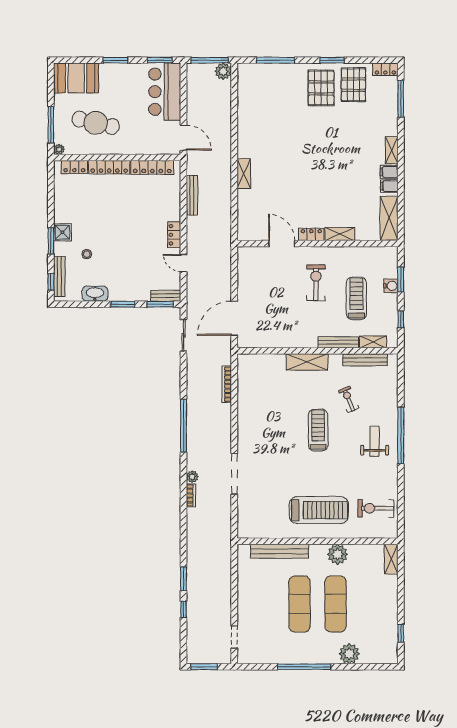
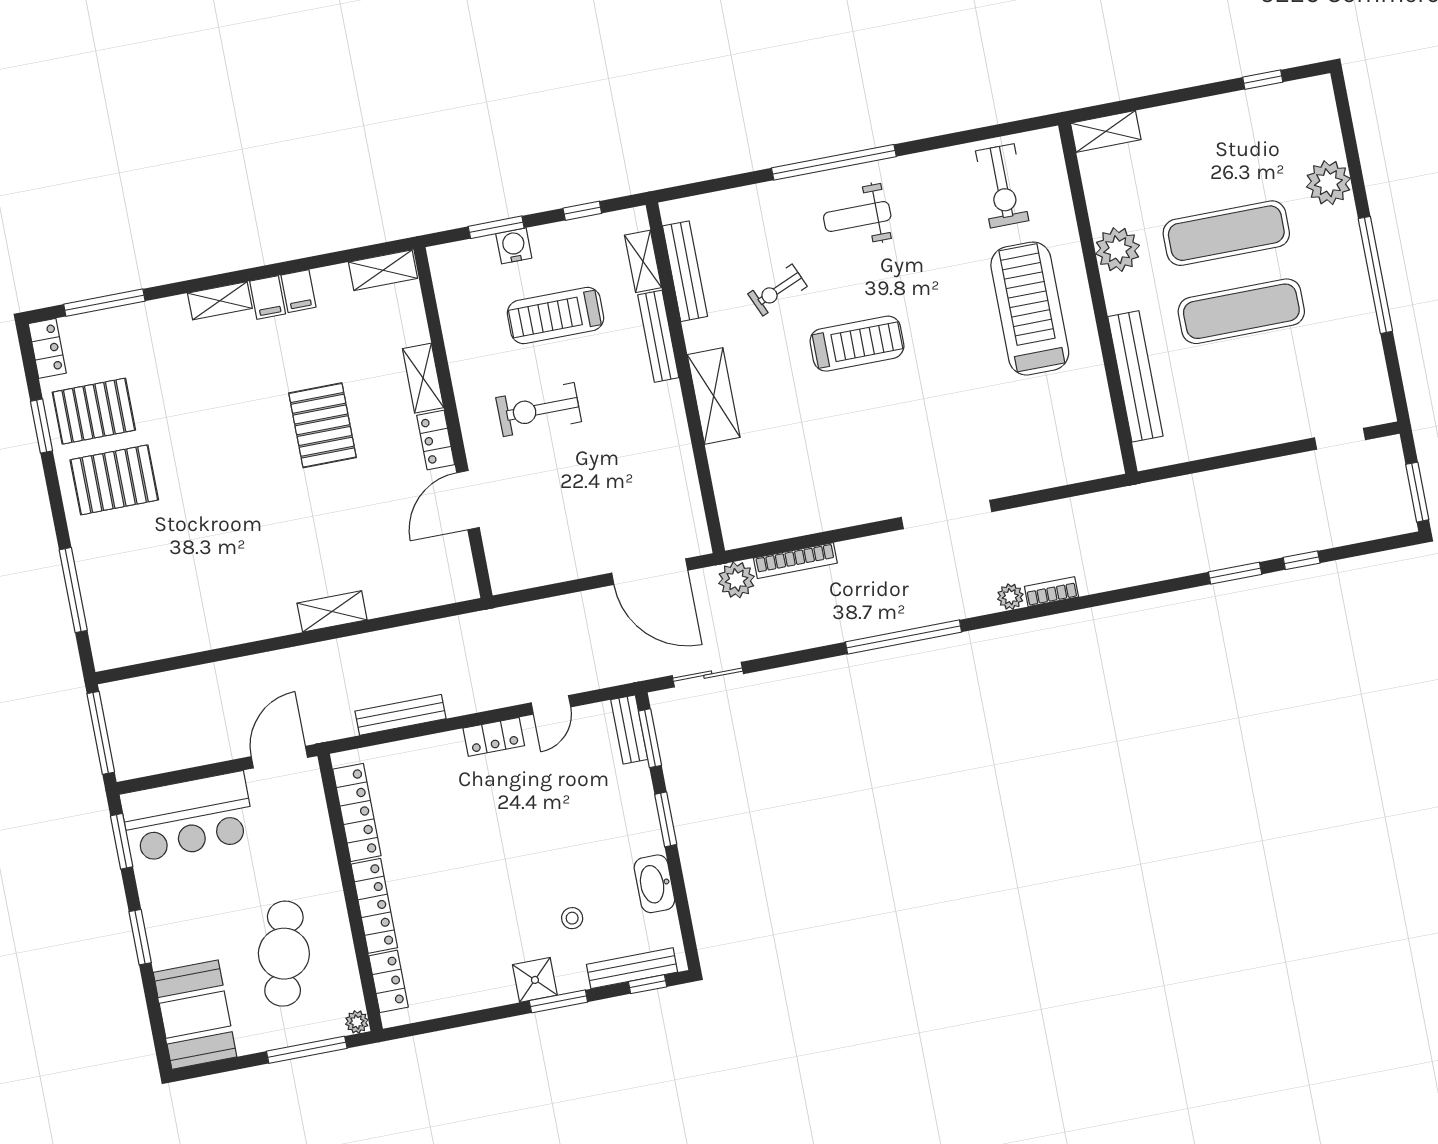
window: (332, 60) -> (42, 426), moved
plant: (223, 71) -> (736, 580), moved
pallet: (328, 185) -> (322, 425), added
shelving: (389, 218) -> (383, 270), width x0.67, depth x0.75
treadmill: (318, 430) -> (857, 344), turned 180
doorway: (234, 474) -> (946, 515), moved

